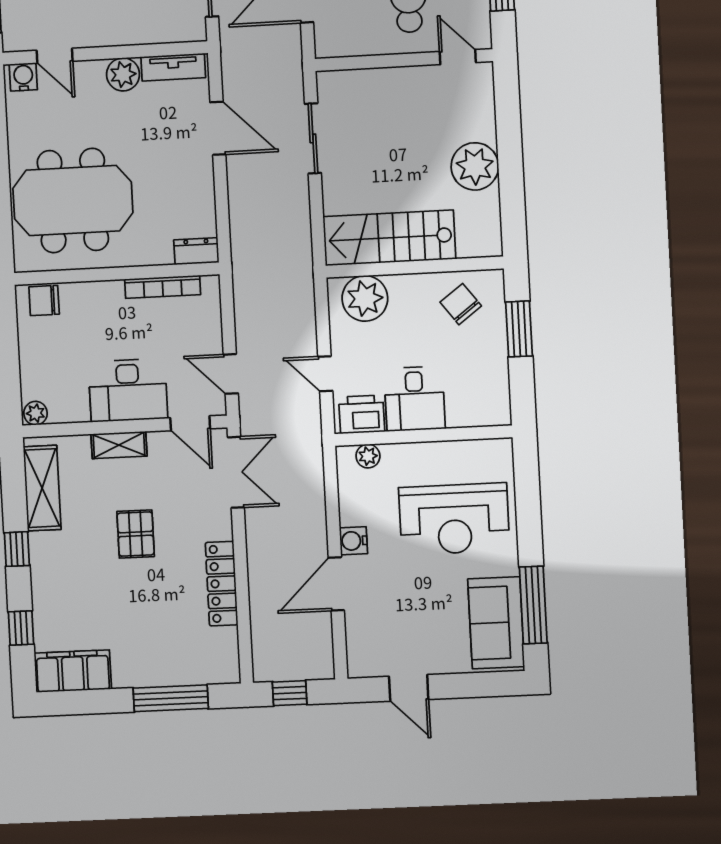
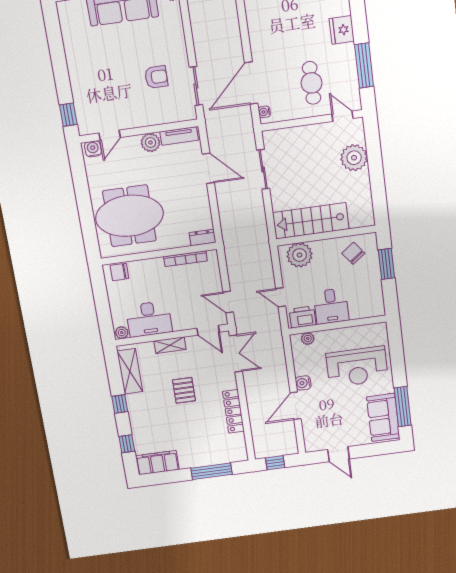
water cooler: (323, 38) -> (264, 112), added
door: (55, 56) -> (110, 135), hinge flipped
plant: (475, 166) -> (354, 158), moved
desk: (128, 390) -> (149, 319), moved

